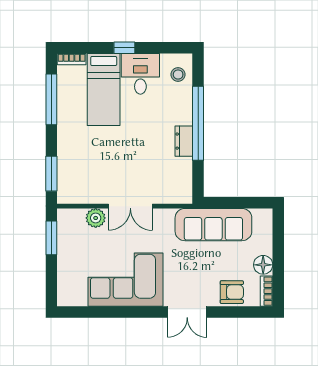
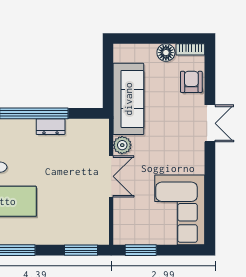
plant: (96, 218) -> (122, 145), moved
corner sofa: (125, 280) -> (180, 210), moved

